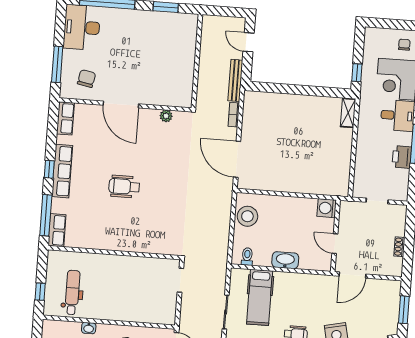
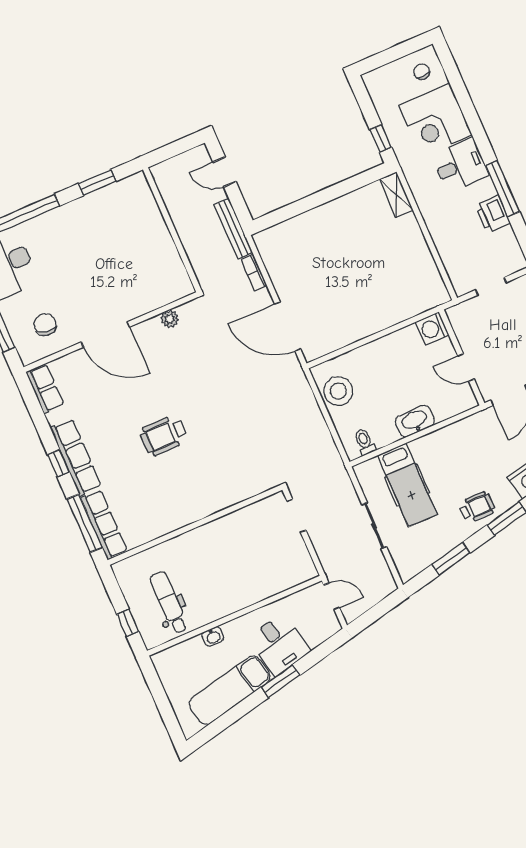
row of seats: (57, 230) -> (104, 525), width x1.48

